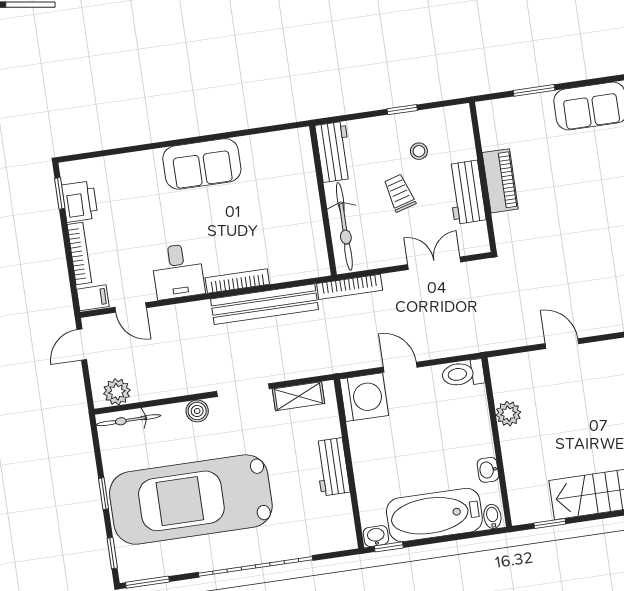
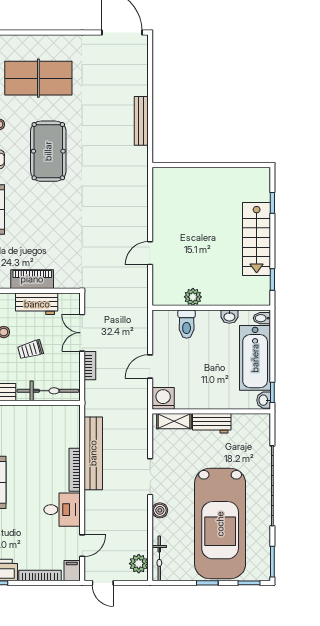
bookcase: (350, 287) -> (90, 366), moved, width x0.64
toilet: (463, 374) -> (187, 324), moved
shelving: (298, 396) -> (174, 421), moved, turned 90
washing machine: (364, 397) -> (163, 398), width x0.73, depth x0.73

